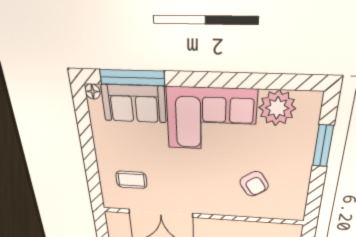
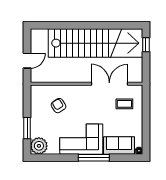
window: (132, 78) -> (94, 158), moved
plant: (277, 108) -> (39, 146), moved

